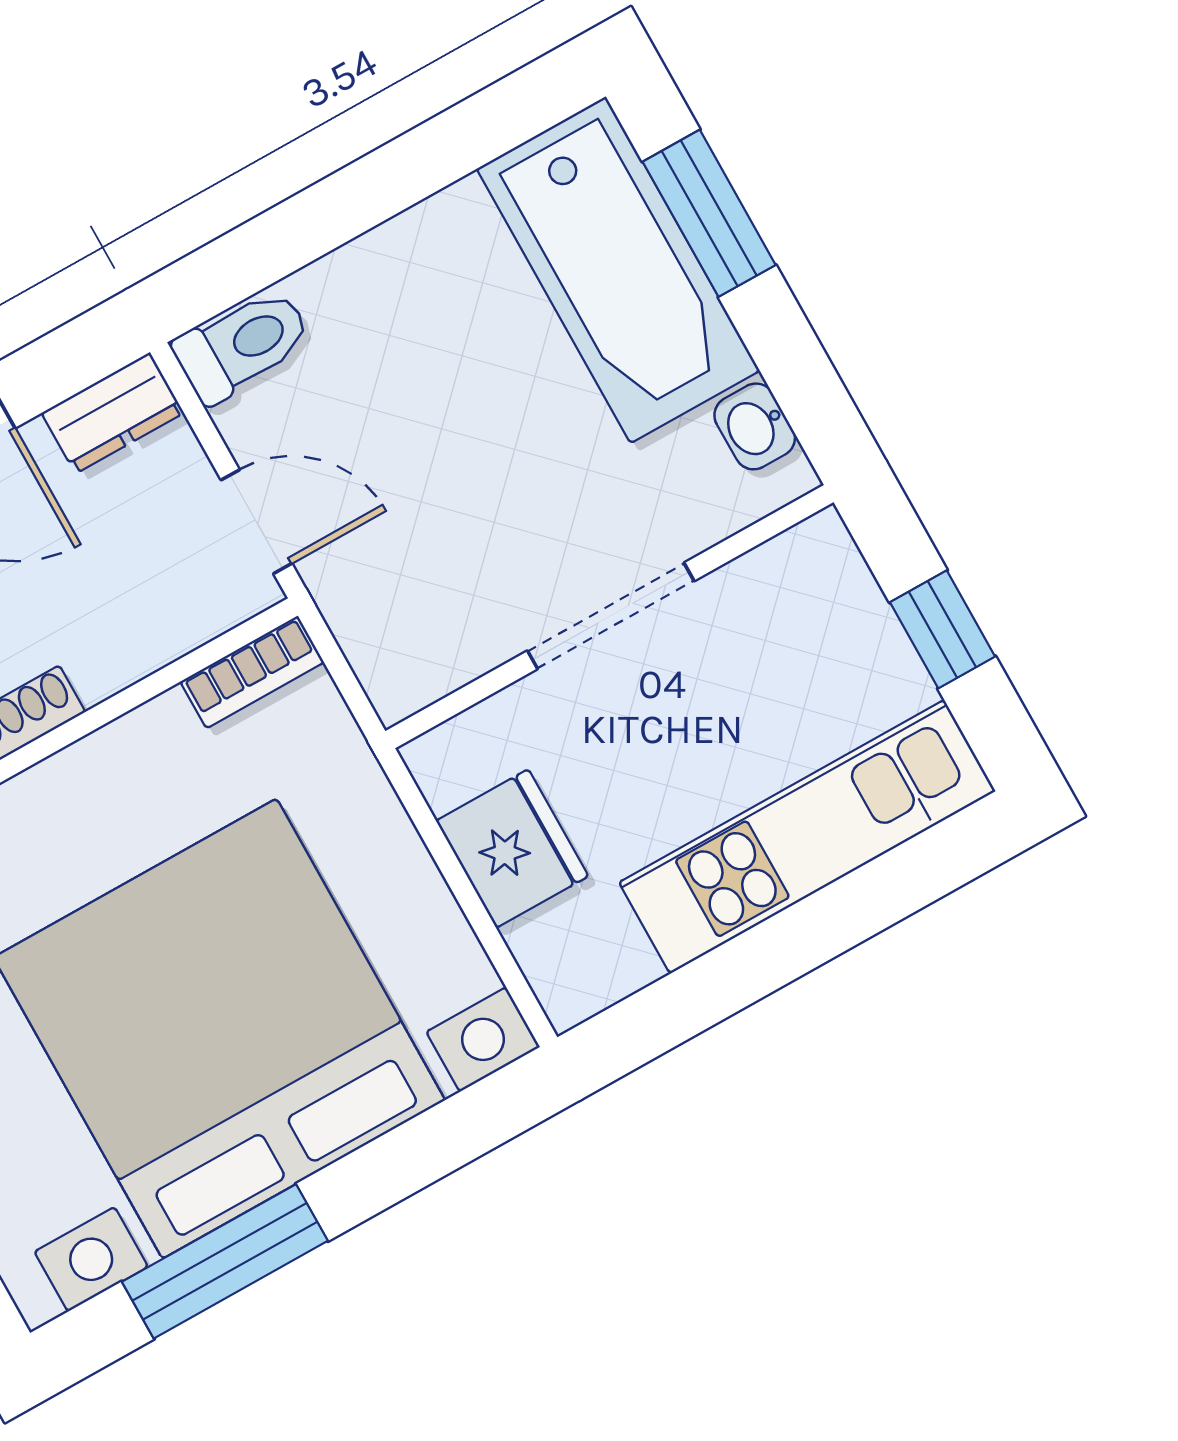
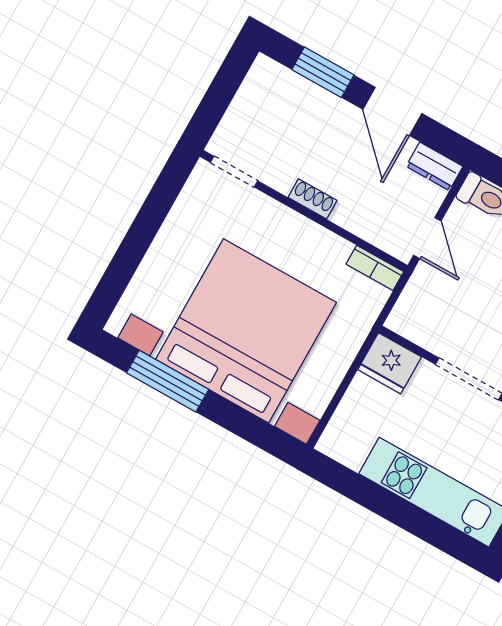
fridge: (512, 849) -> (390, 363), moved, turned 90

